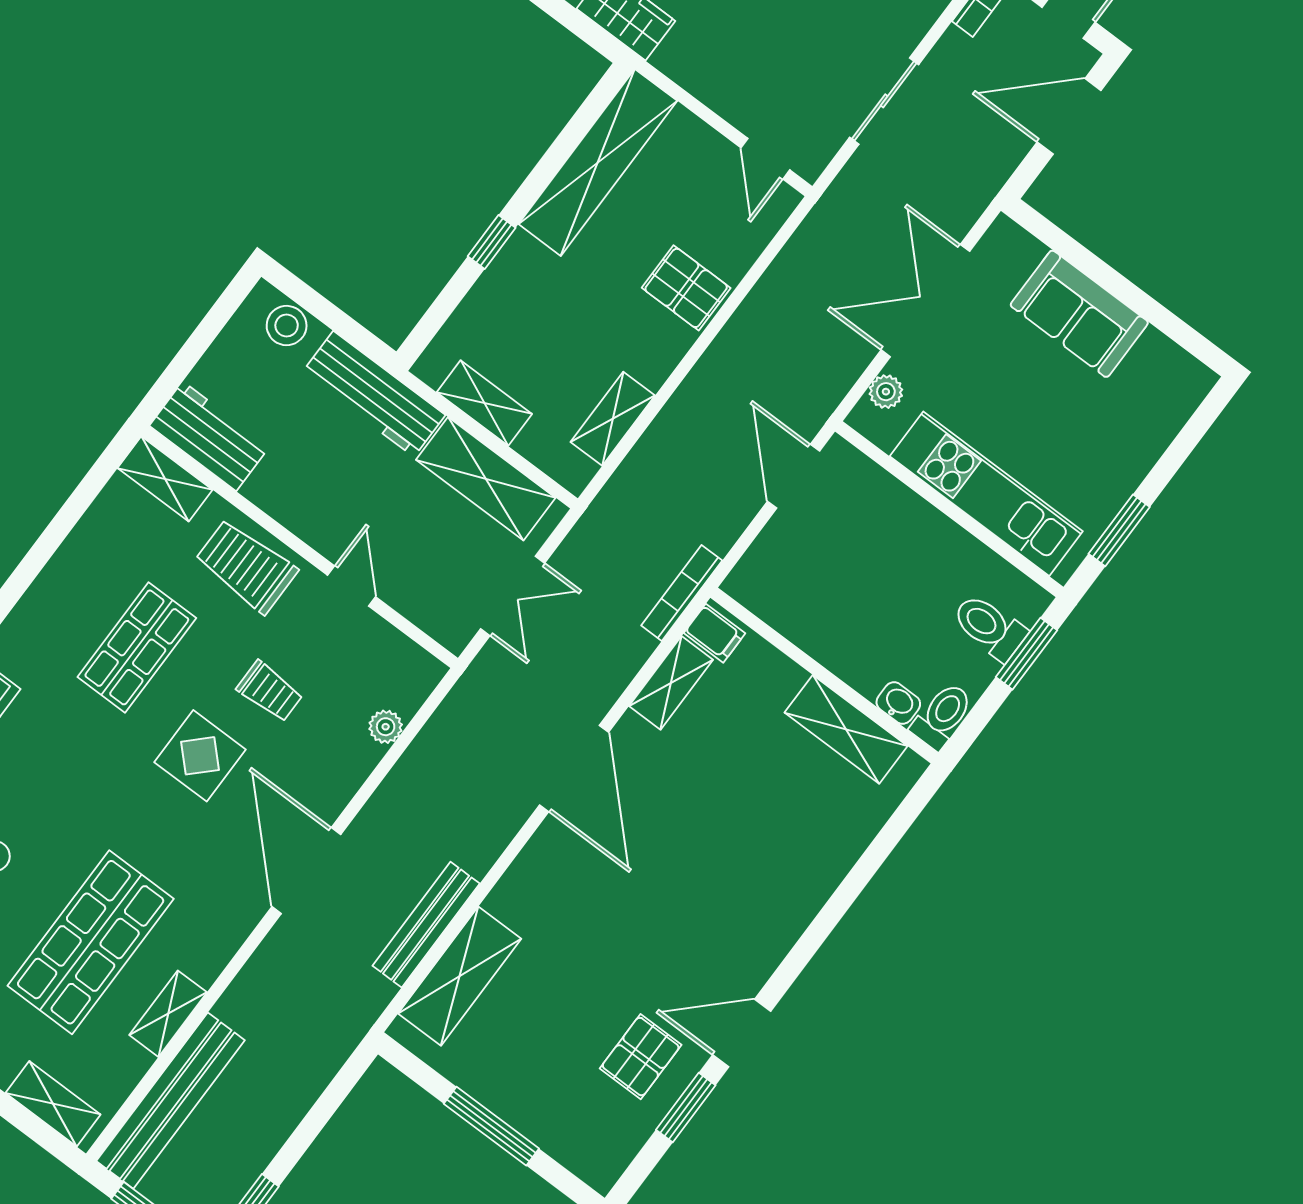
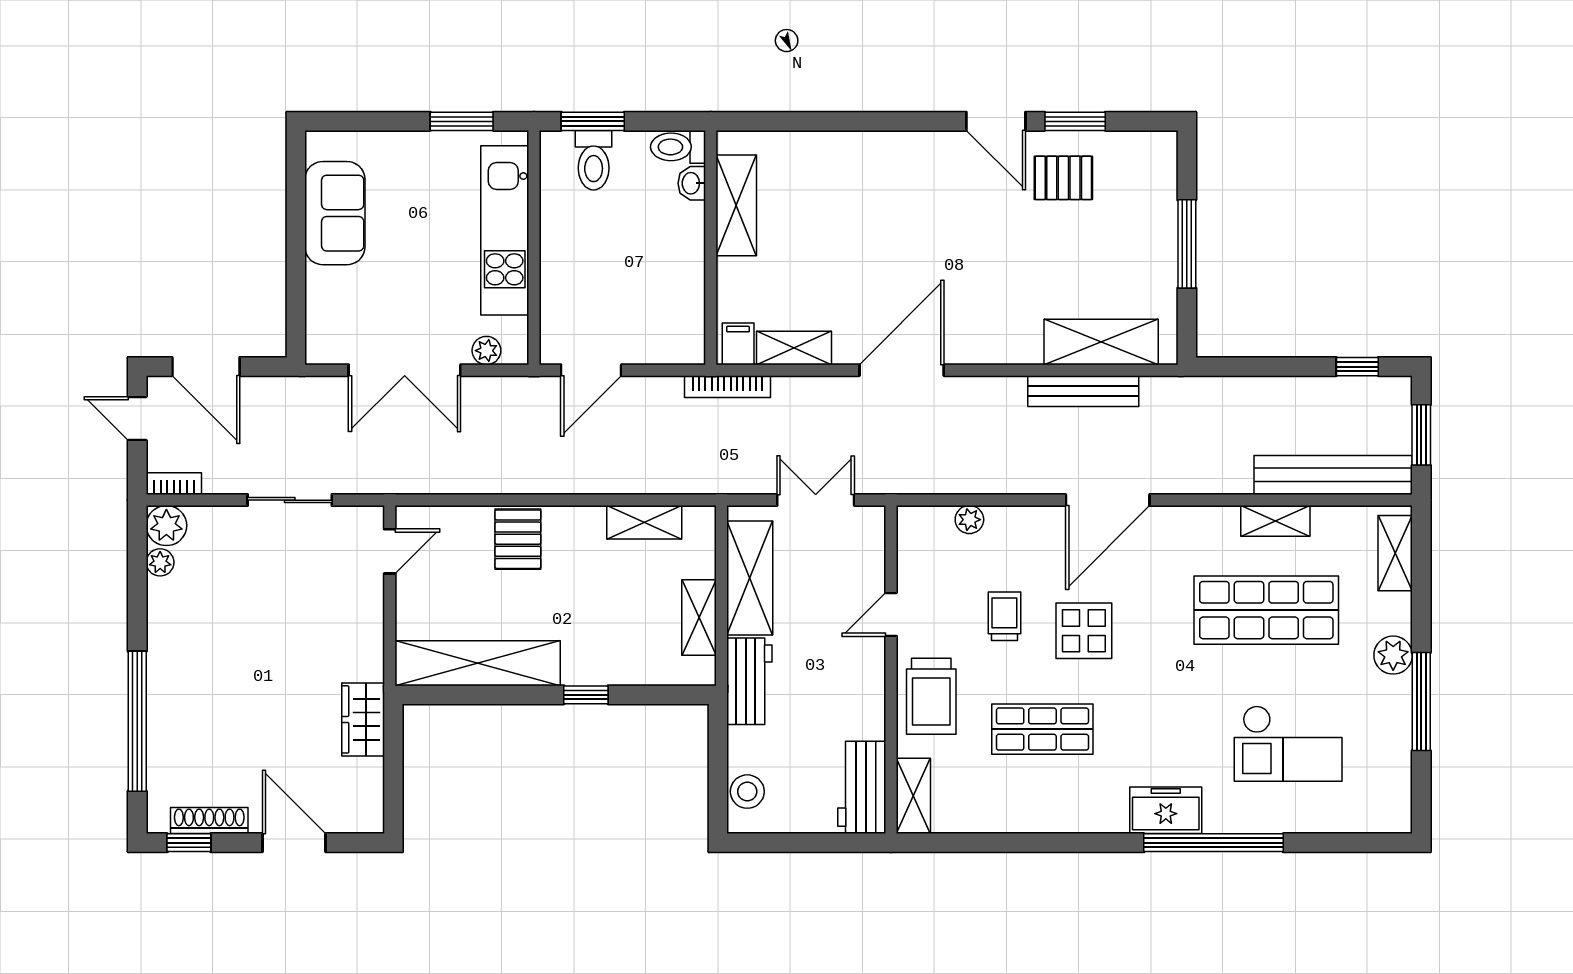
sofa: (1079, 314) -> (335, 213), moved
workbench: (374, 394) -> (749, 681), width x0.73

